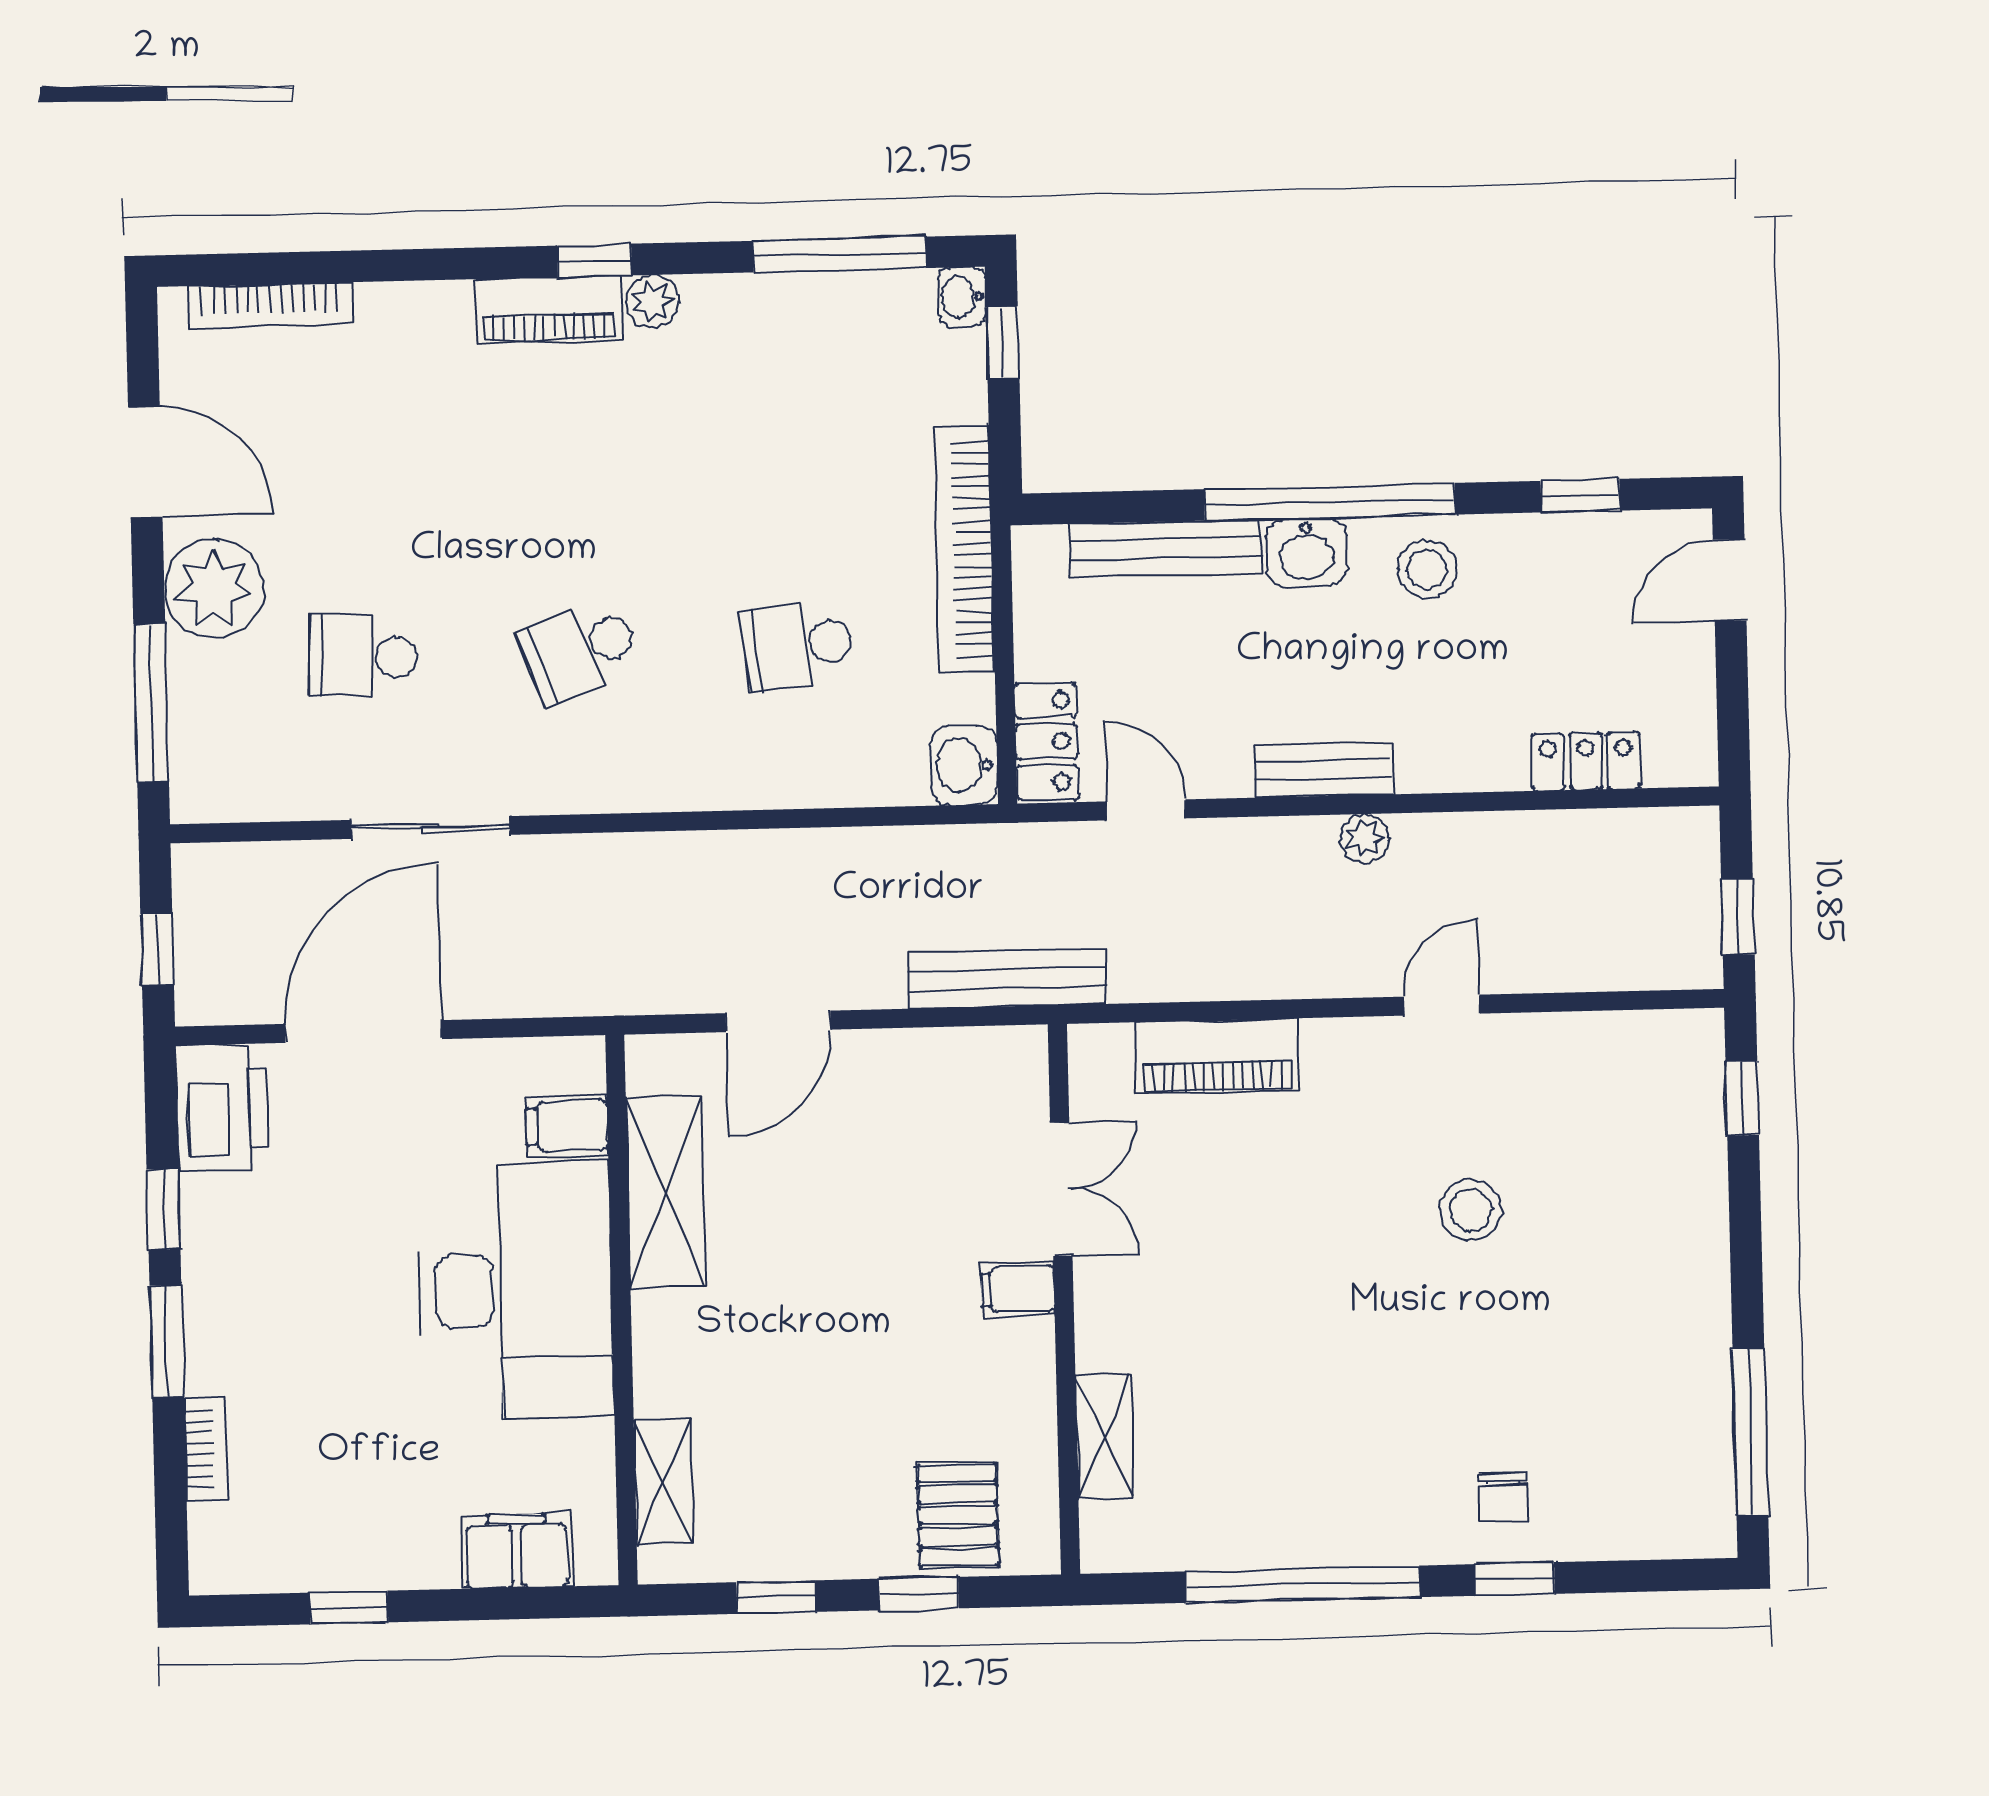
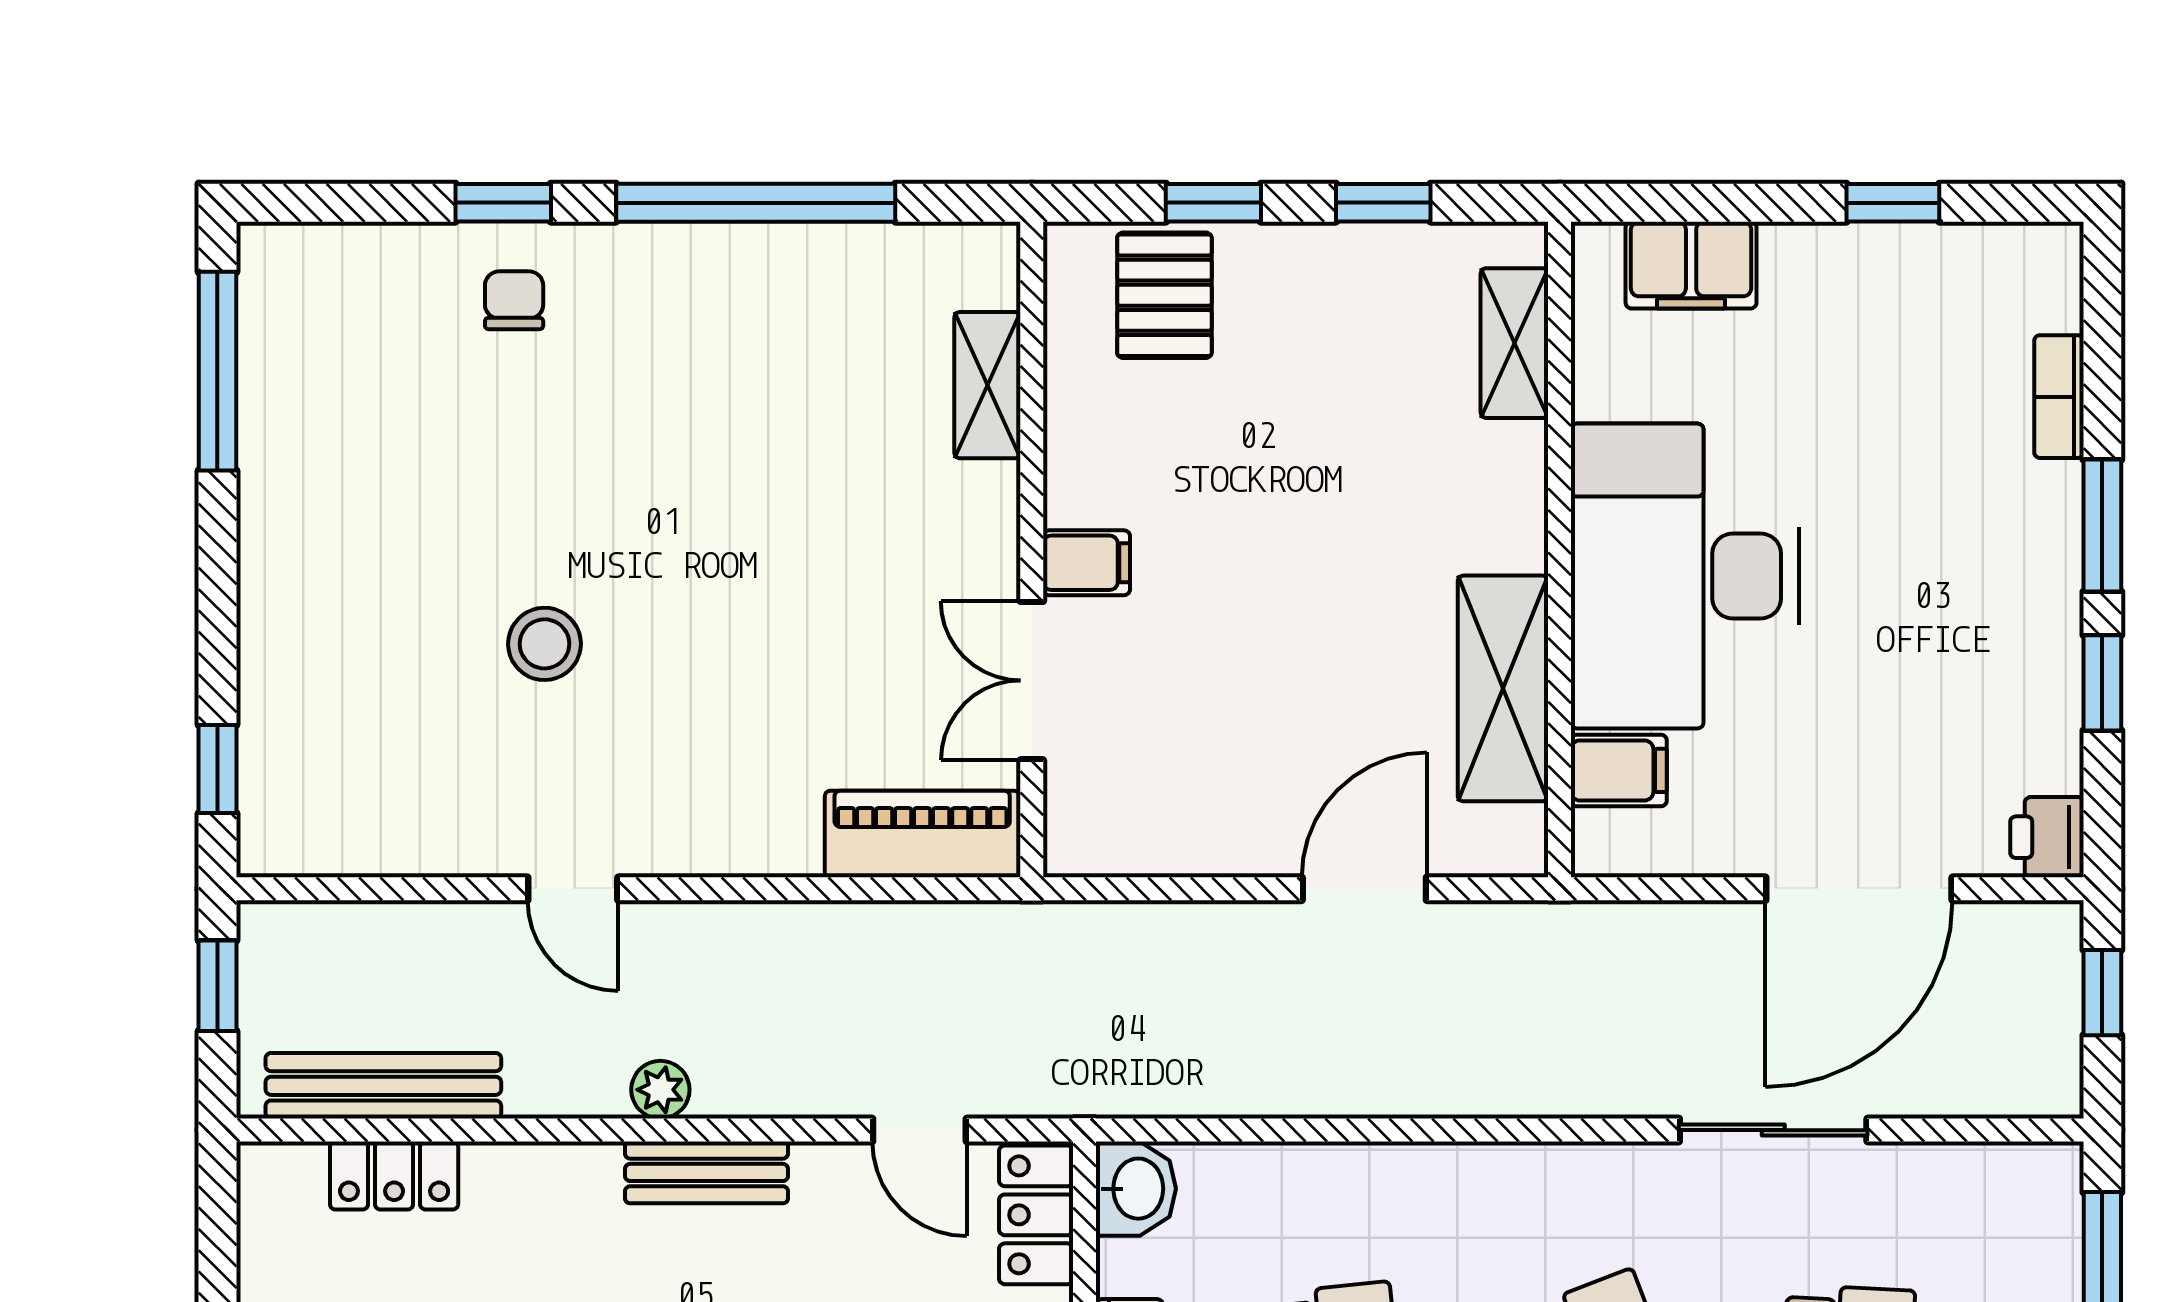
bench: (1007, 979) -> (383, 1086), moved
door: (1442, 1005) -> (573, 889), hinge flipped
piano: (1217, 1057) -> (922, 834), moved
printer: (222, 1108) -> (2047, 837), width x0.53, depth x0.68

